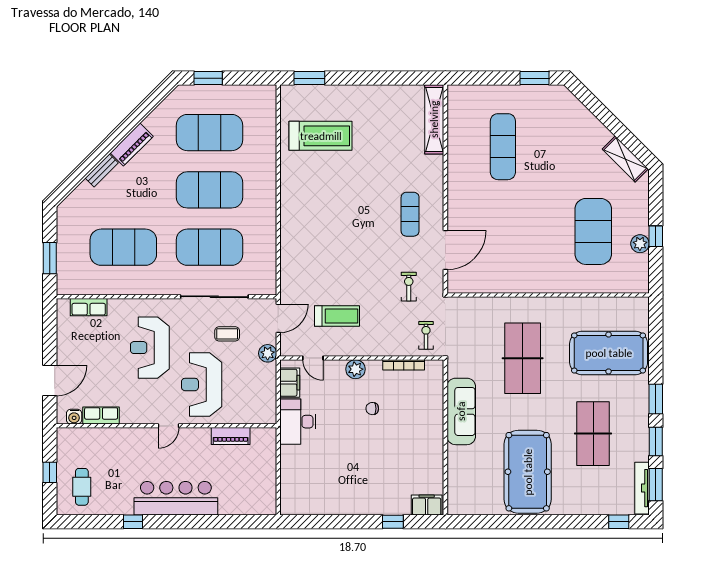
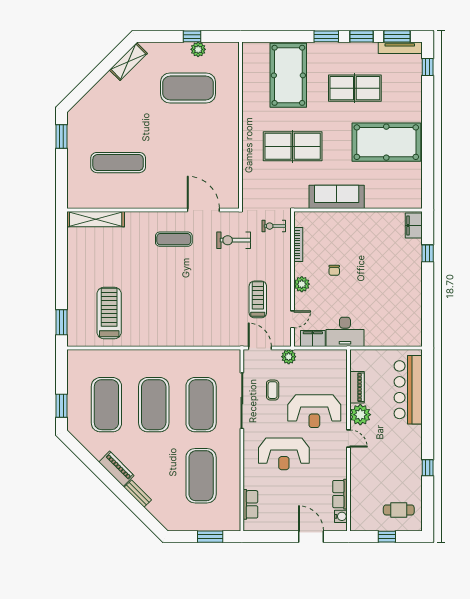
exercise bike: (409, 287) -> (234, 240), width x1.38, depth x1.39
plant: (197, 440) -> (360, 415), added
bar counter: (176, 498) -> (408, 390), moved

